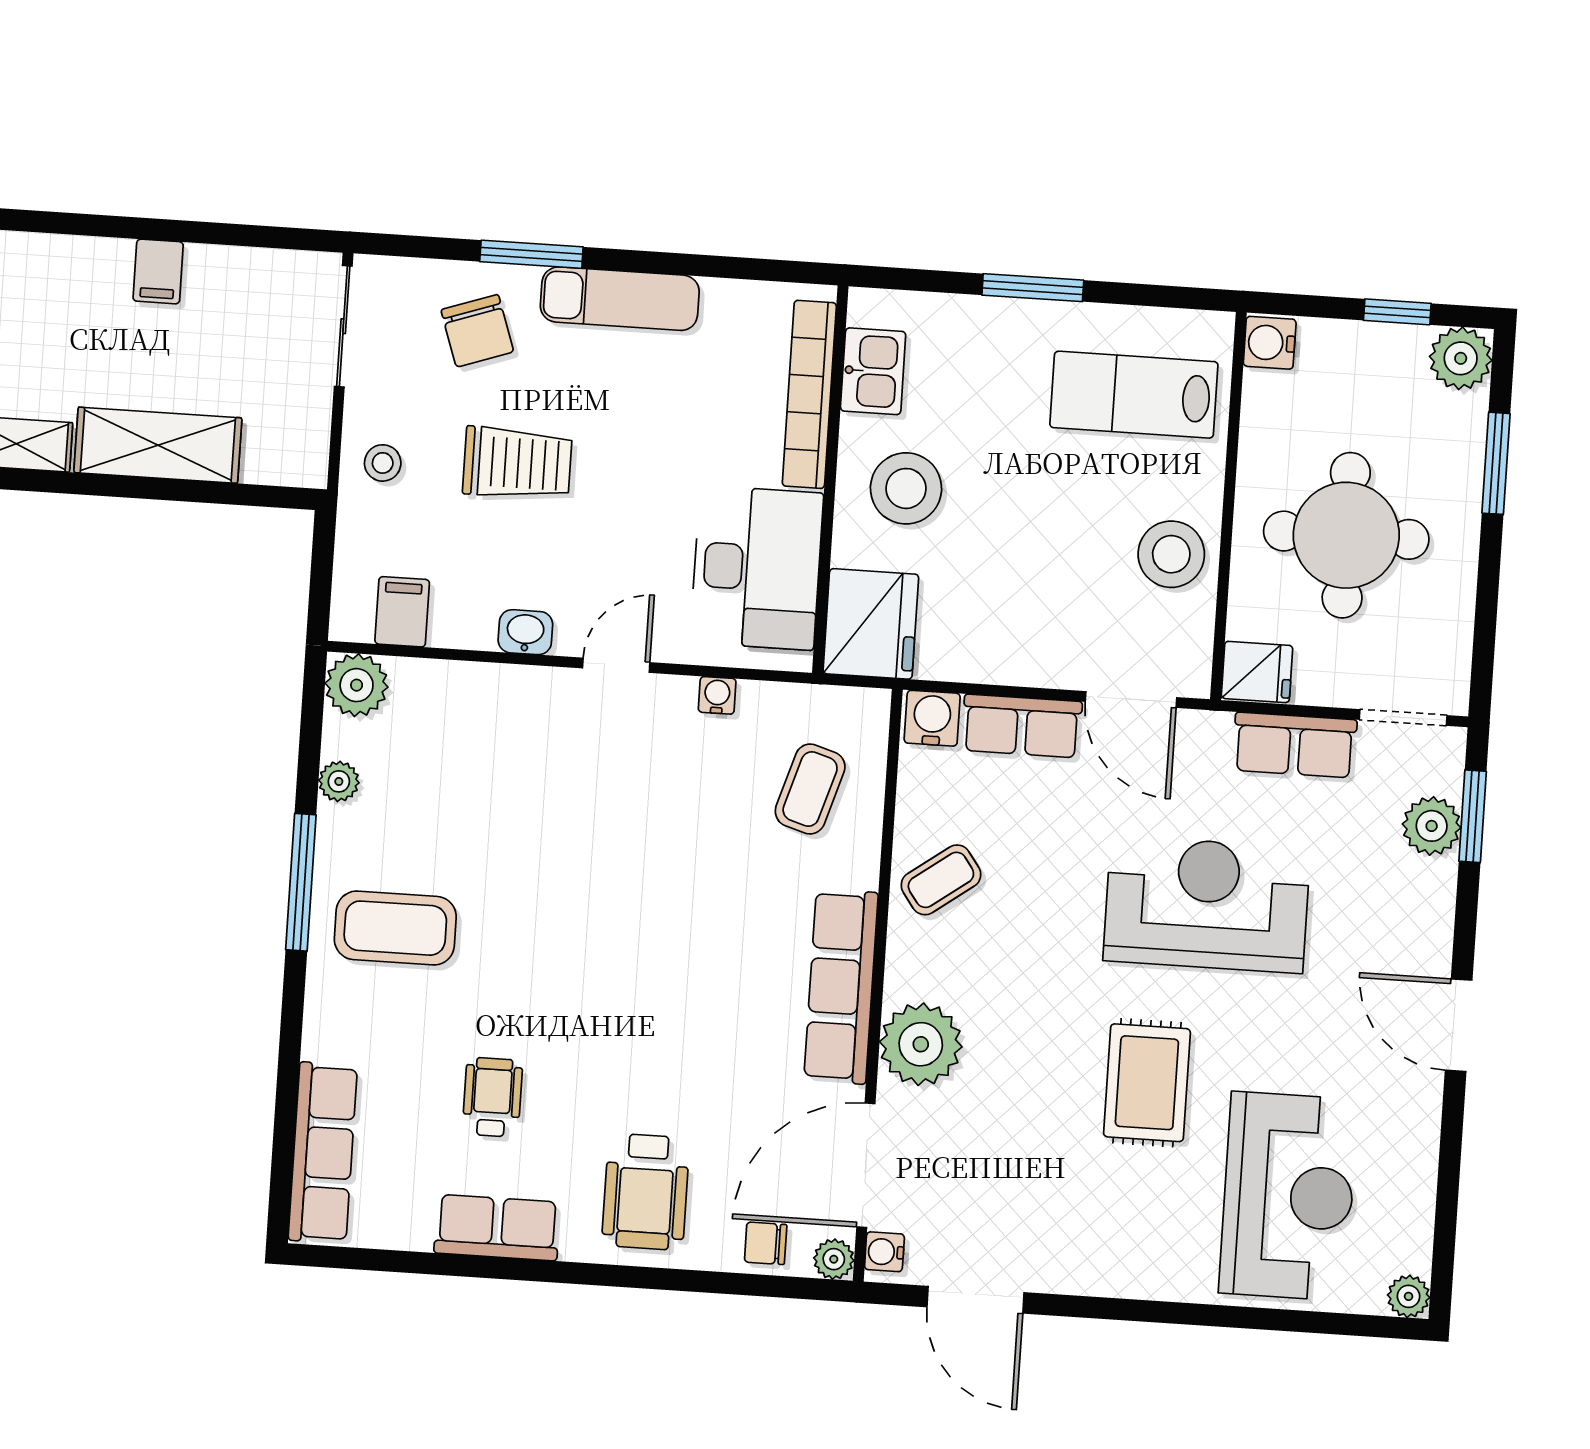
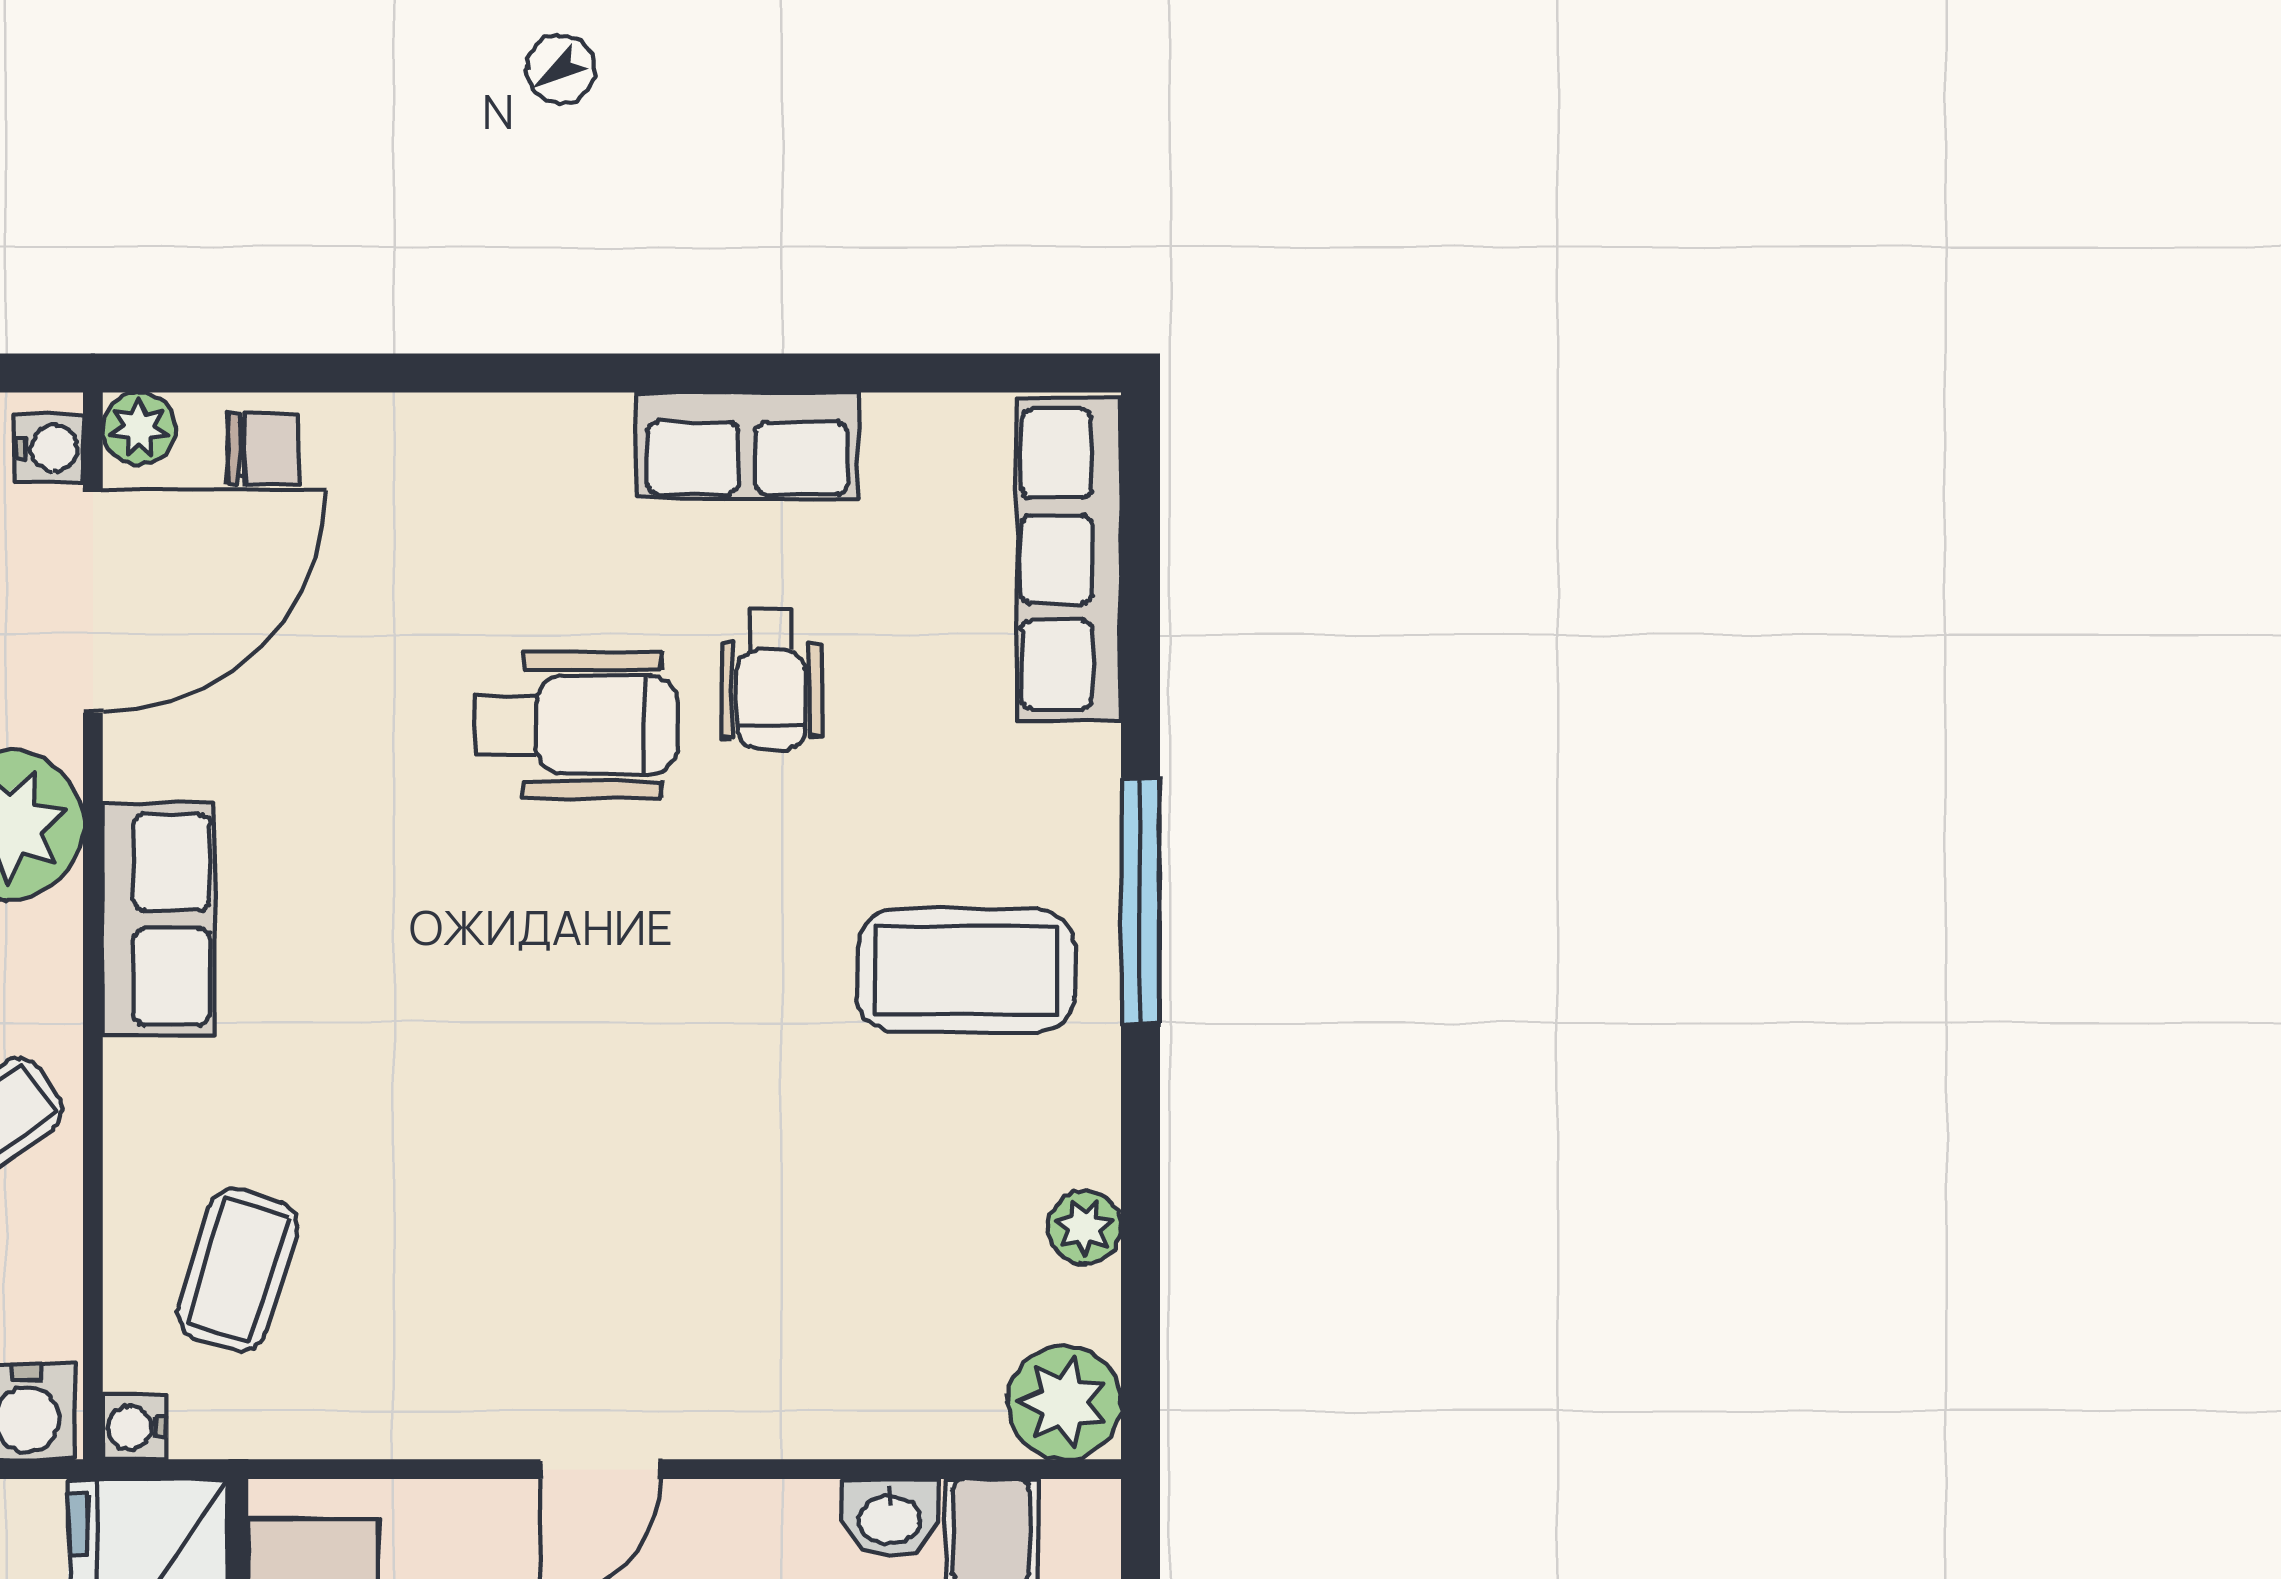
washbasin: (525, 632) -> (890, 1518), moved
water cooler: (717, 695) -> (135, 1427), moved, turned 90
window: (301, 882) -> (1141, 900), moved
row of seats: (841, 987) -> (159, 919), width x0.68
wheelchair: (646, 1192) -> (576, 725), moved, turned 90

